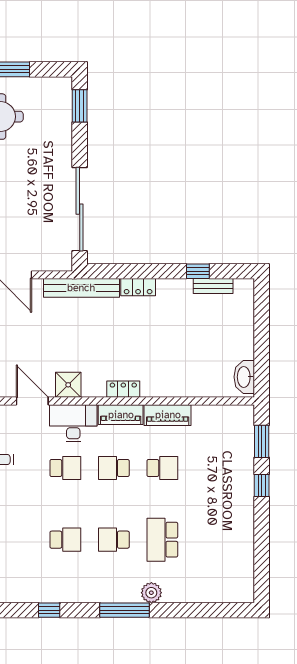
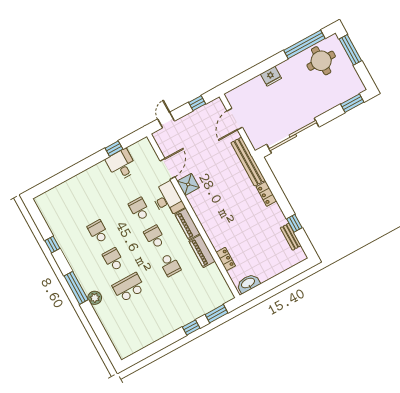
locker: (123, 389) -> (226, 259), moved
school desk: (65, 468) -> (139, 209), turned 180
school desk: (65, 540) -> (98, 232), turned 180

